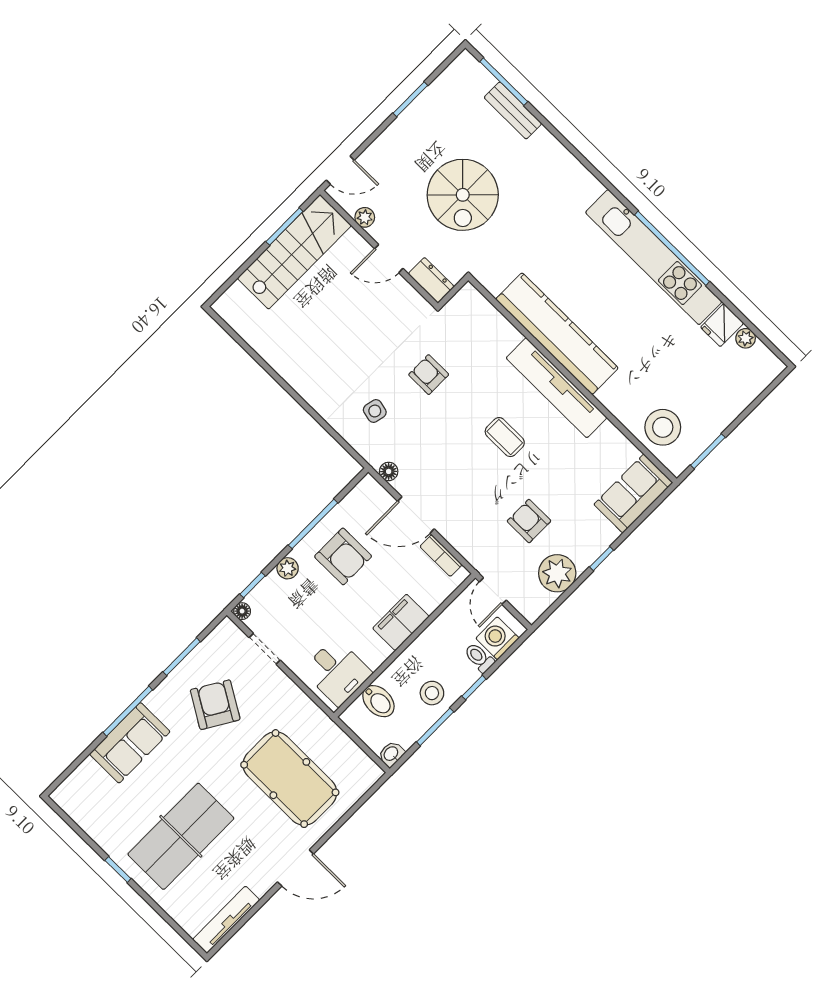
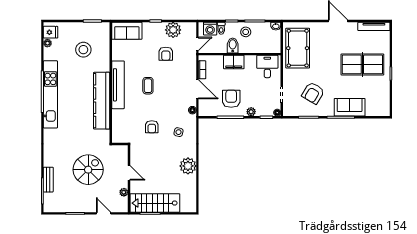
door: (340, 170) -> (104, 213), moved
dresser: (431, 280) -> (123, 154), removed
fridge: (722, 325) -> (51, 32), moved
plant: (302, 370) -> (188, 166), added
stool: (663, 427) -> (83, 50), moved
bidet: (378, 701) -> (233, 45), moved
pool table: (290, 779) -> (298, 48), moved

